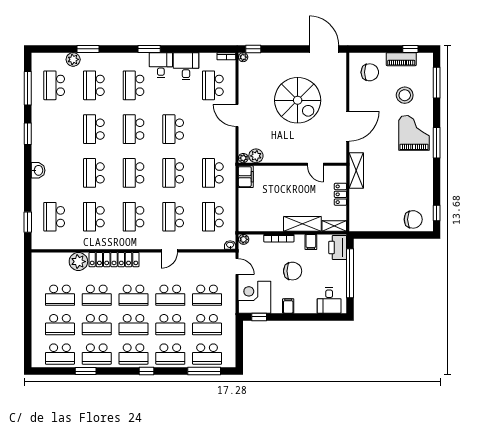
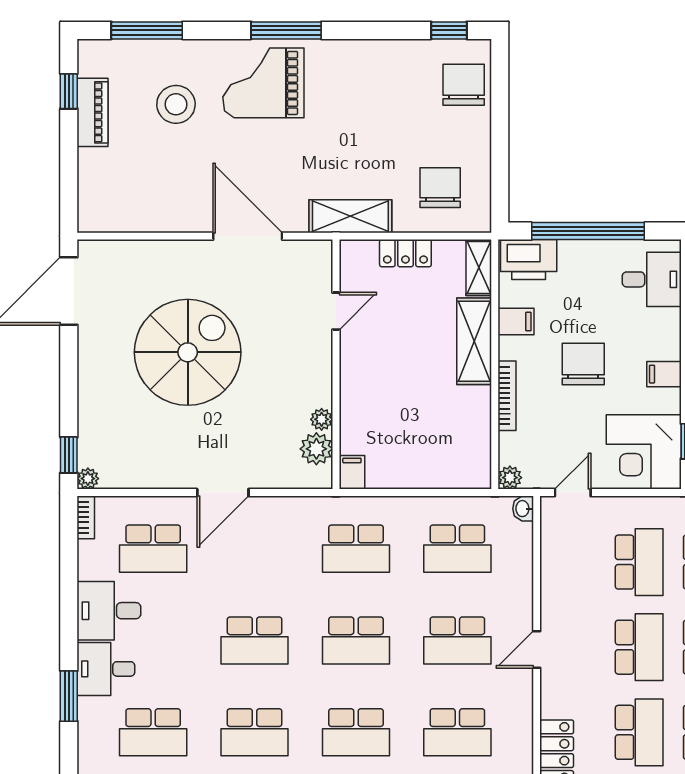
chair: (370, 72) -> (440, 188), moved
plant: (243, 158) -> (322, 419), moved
filing cabinet: (246, 177) -> (352, 472), width x0.50
door: (169, 251) -> (537, 650), swing flipped

